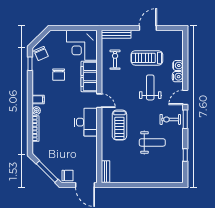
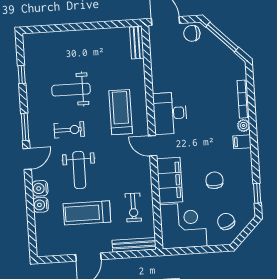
chair: (41, 54) -> (226, 221), moved
treadmill: (147, 58) -> (87, 213), turned 180
exercise bike: (170, 119) -> (69, 130), moved

